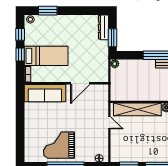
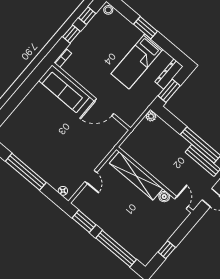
window: (48, 11) -> (146, 28), moved
bed: (46, 56) -> (137, 61), moved, turned 90
door: (109, 123) -> (91, 177), moved
grand piano: (59, 145) -> (36, 147), removed

